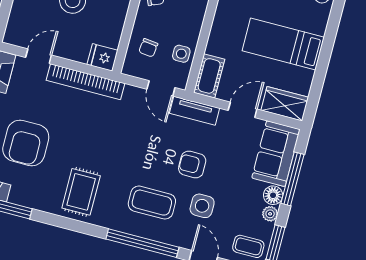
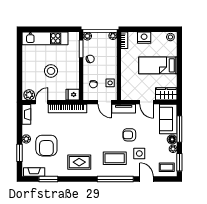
plant: (18, 36) -> (29, 95), added
cot: (209, 76) -> (126, 90), removed
door: (243, 110) -> (147, 102), swing flipped
rug: (81, 192) -> (79, 162), turned 90

